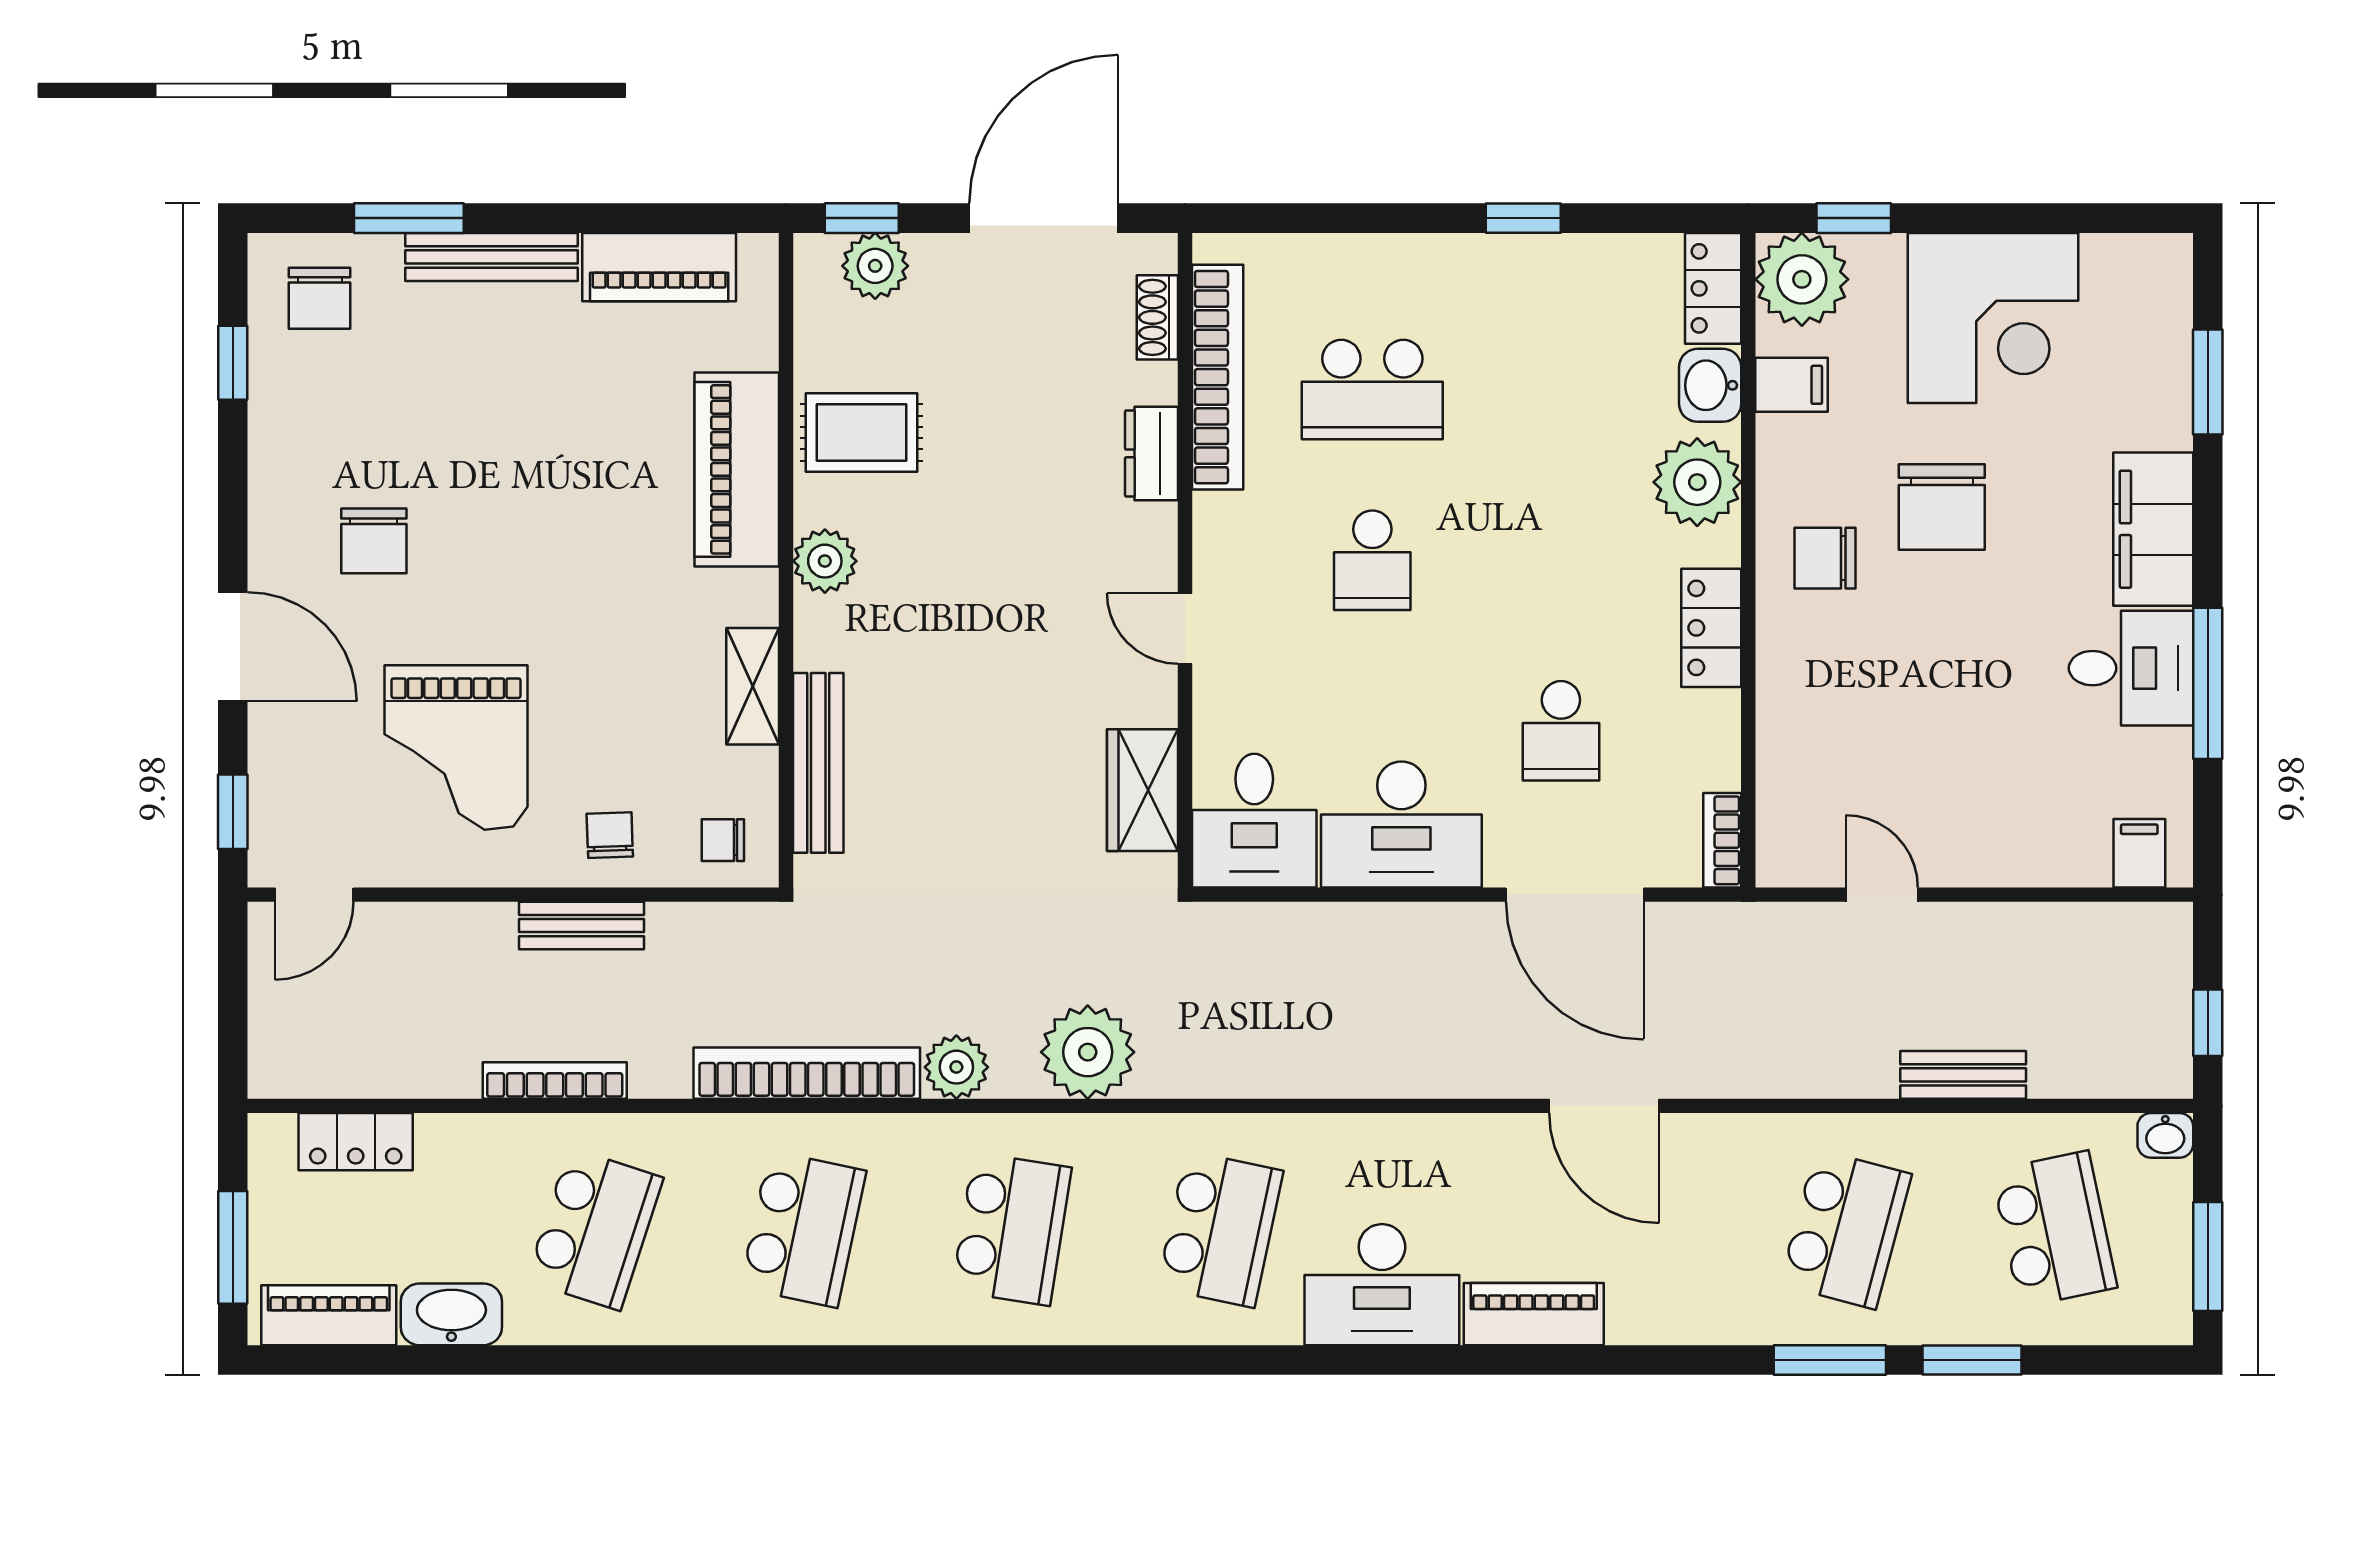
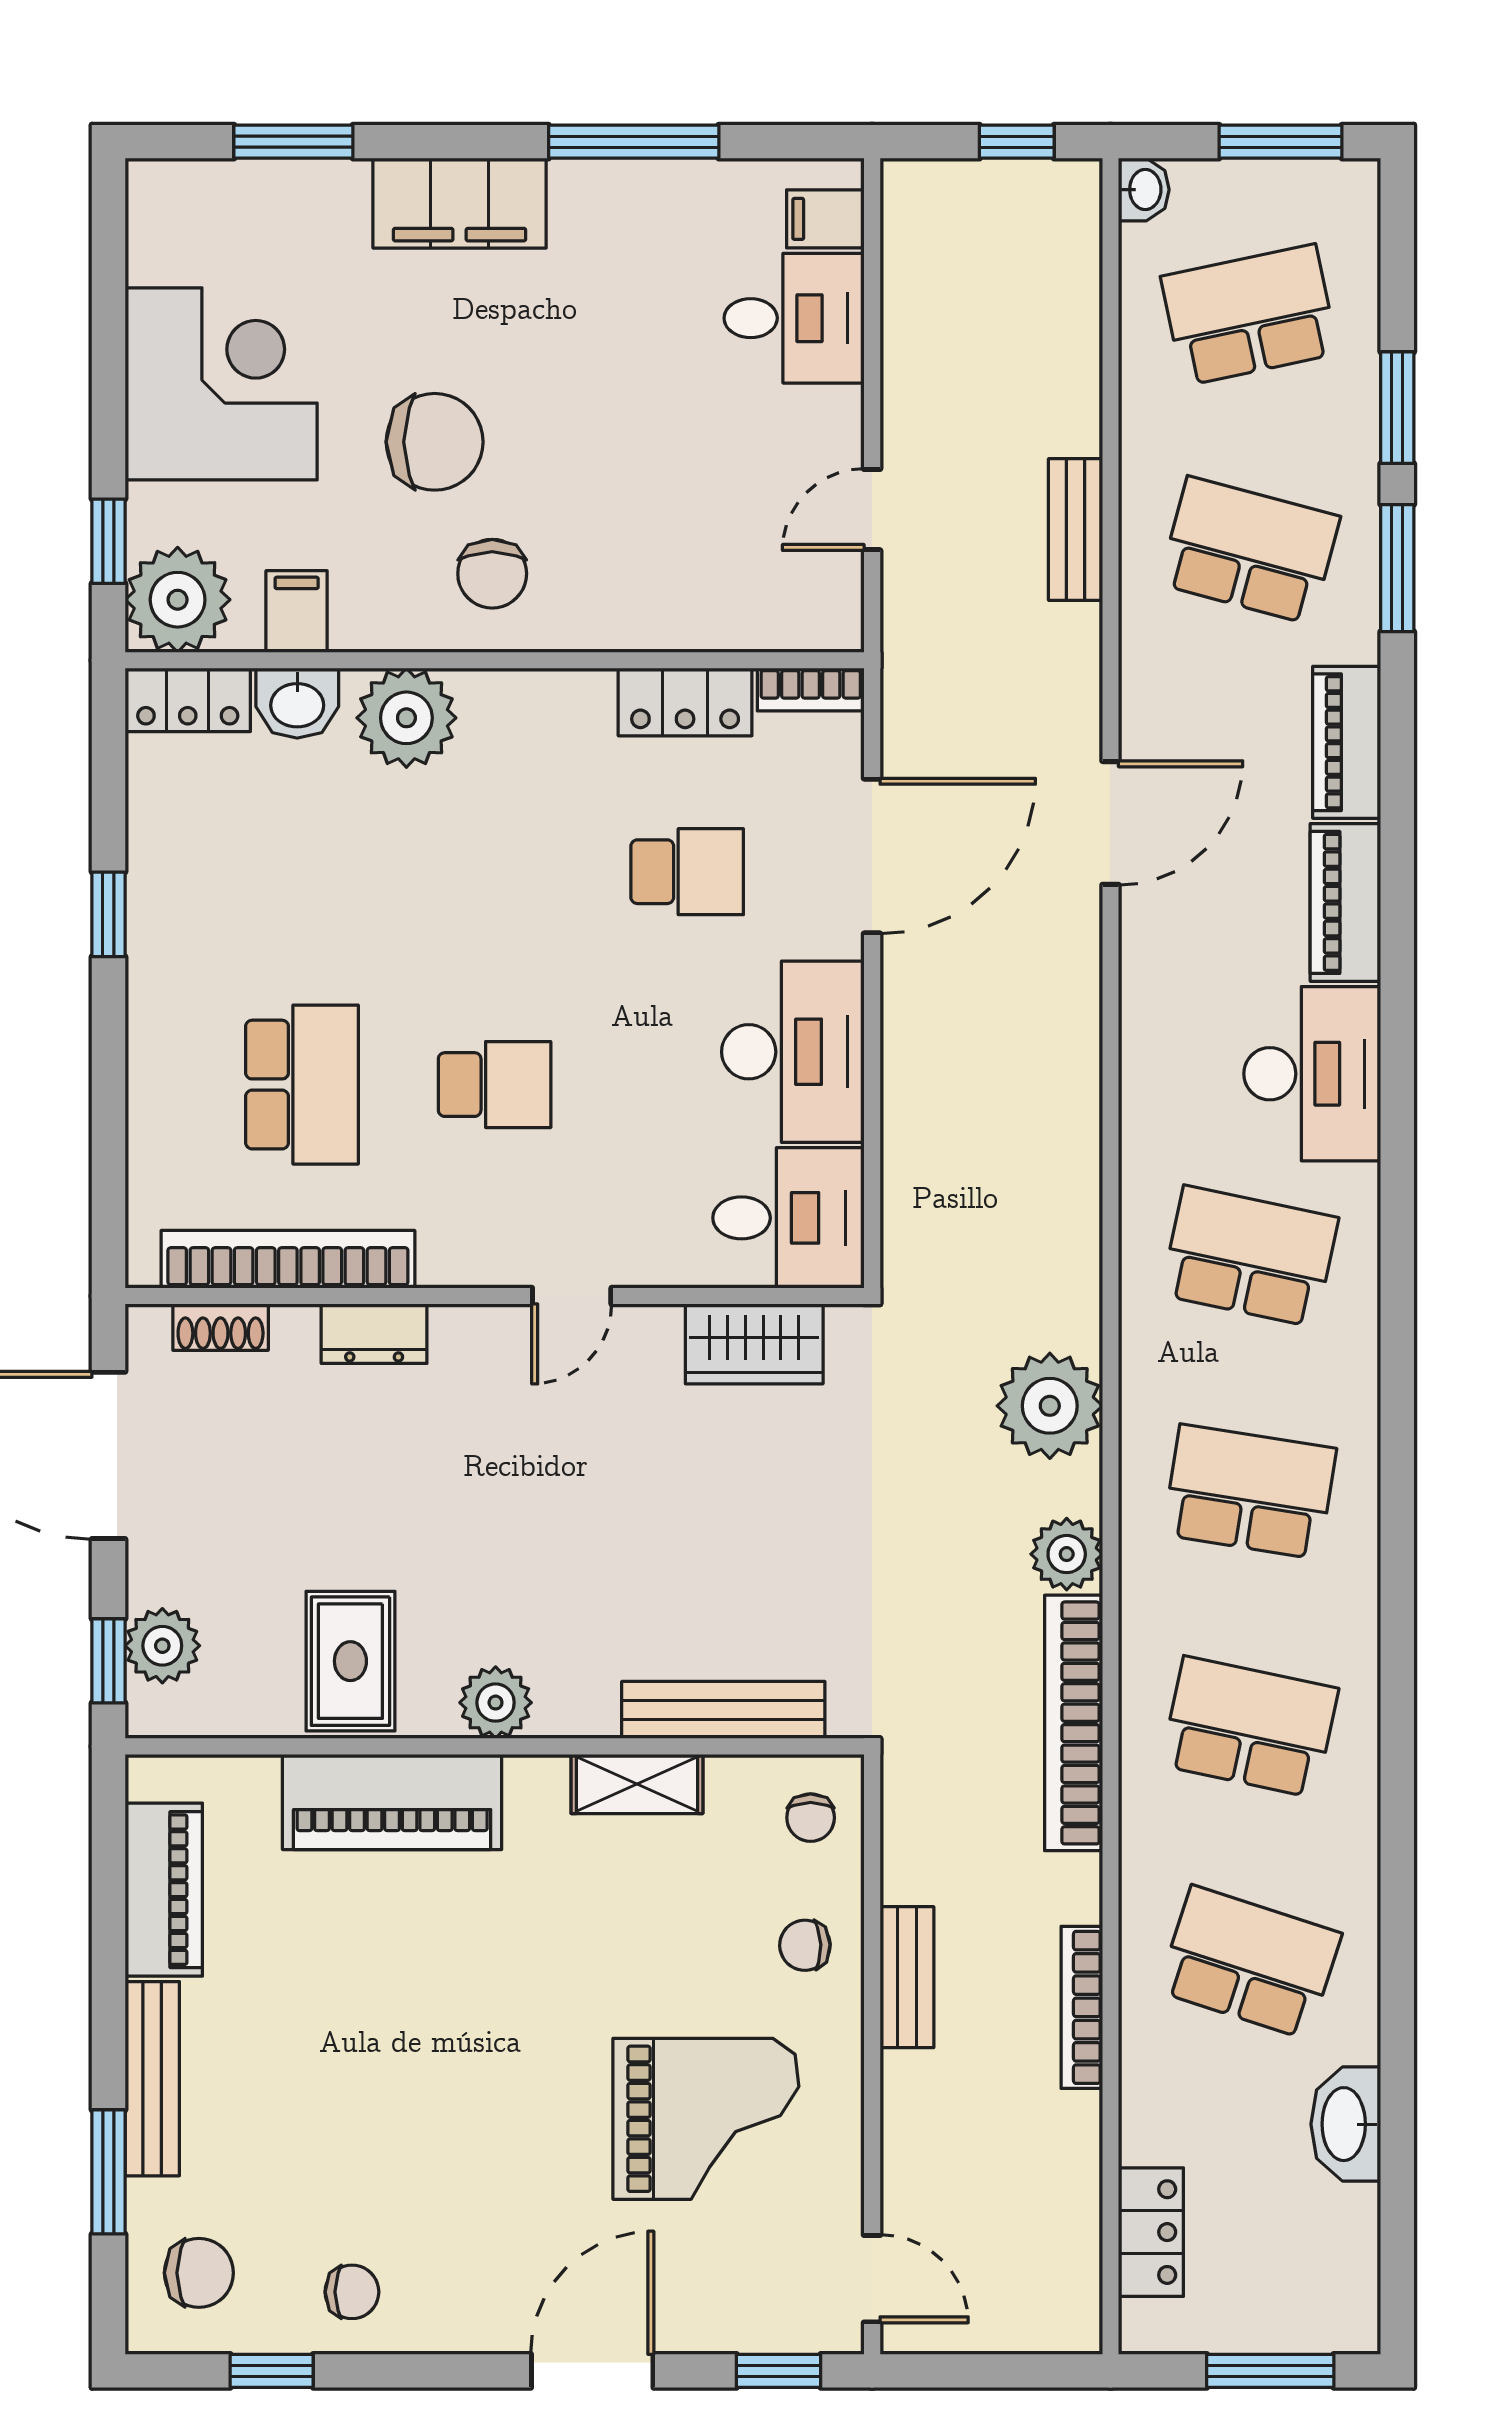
chair: (374, 541) -> (352, 2292), moved, width x0.73, depth x0.73
locker: (1711, 628) -> (685, 702), moved
desk: (2131, 668) -> (794, 318), moved, turned 90
bench: (1963, 1075) -> (1076, 530), moved
piano: (329, 1315) -> (1347, 742), moved

